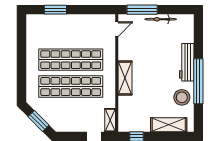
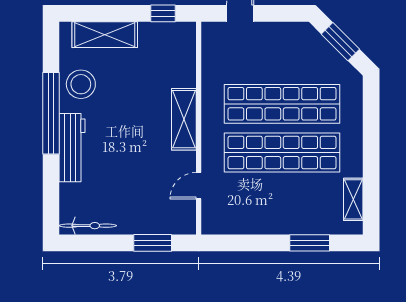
window: (142, 10) -> (153, 243), width x0.69
bicycle: (161, 19) -> (88, 226), moved
door: (117, 29) -> (199, 186), moved
shelving: (110, 120) -> (353, 199), moved

